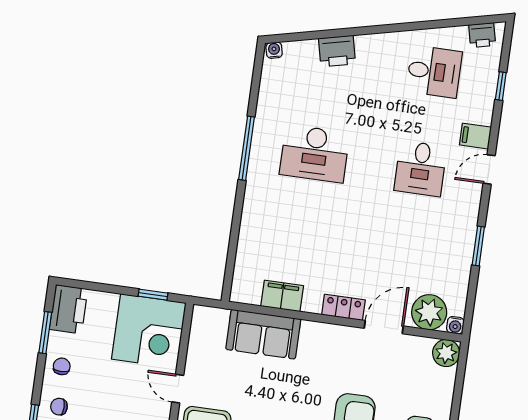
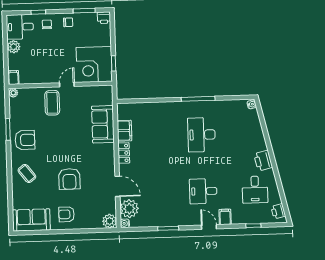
printer: (337, 51) -> (263, 161), moved
locker: (343, 307) -> (124, 153), moved
printer: (69, 309) -> (104, 18), width x0.53, depth x0.68

